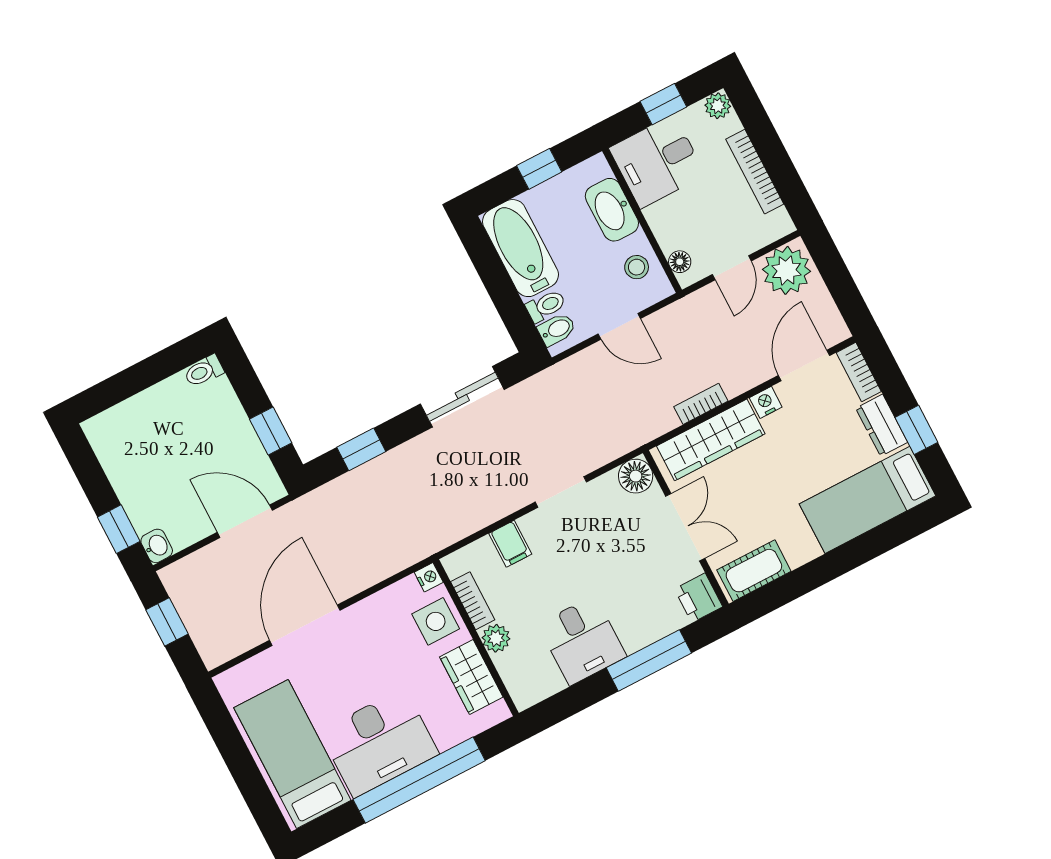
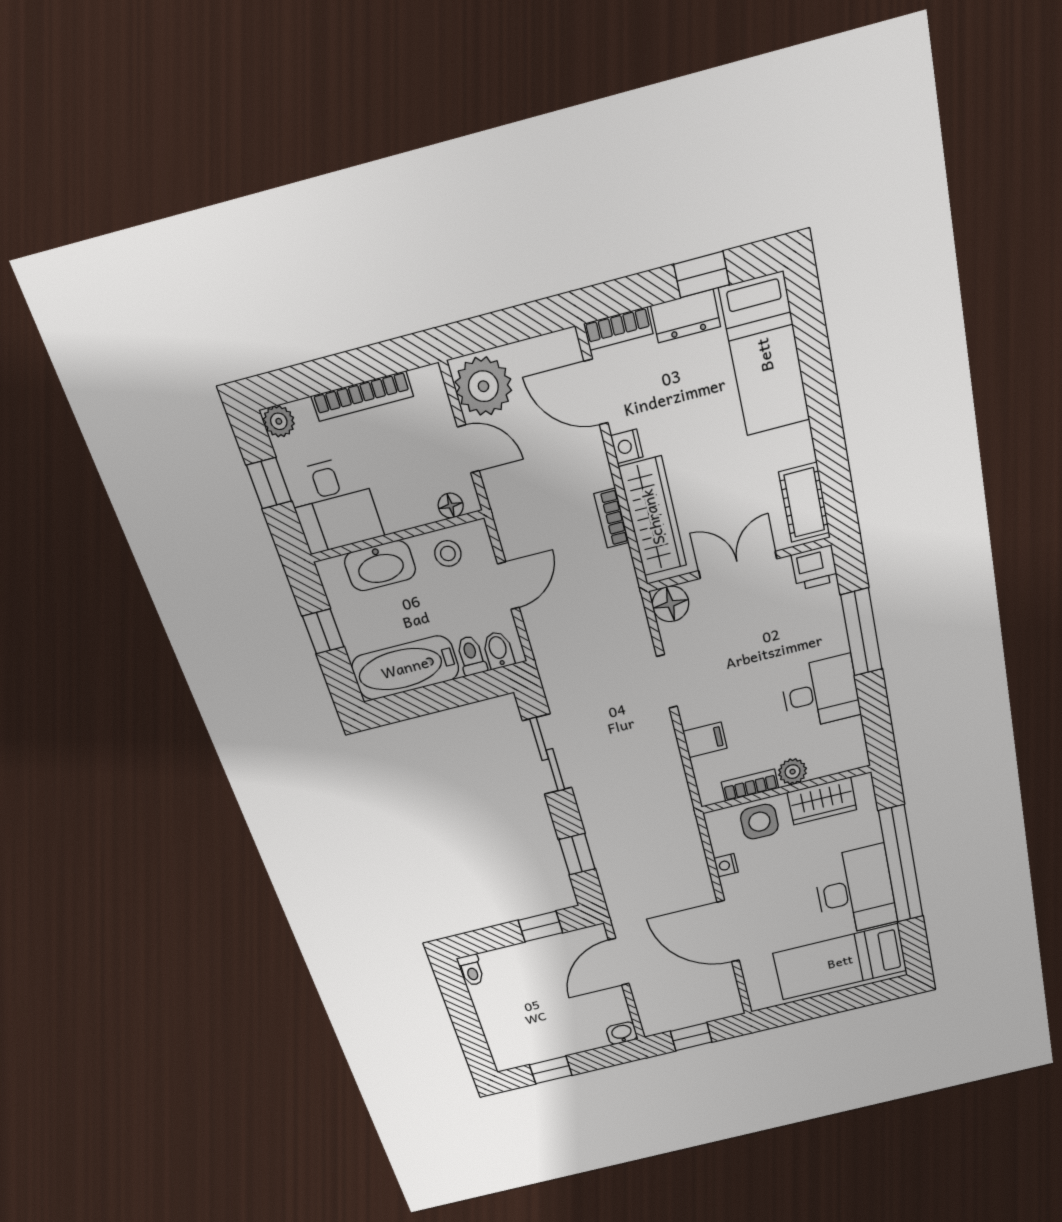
window: (119, 529) -> (551, 1070), moved
nightstand: (429, 577) -> (726, 865), moved, turned -90

